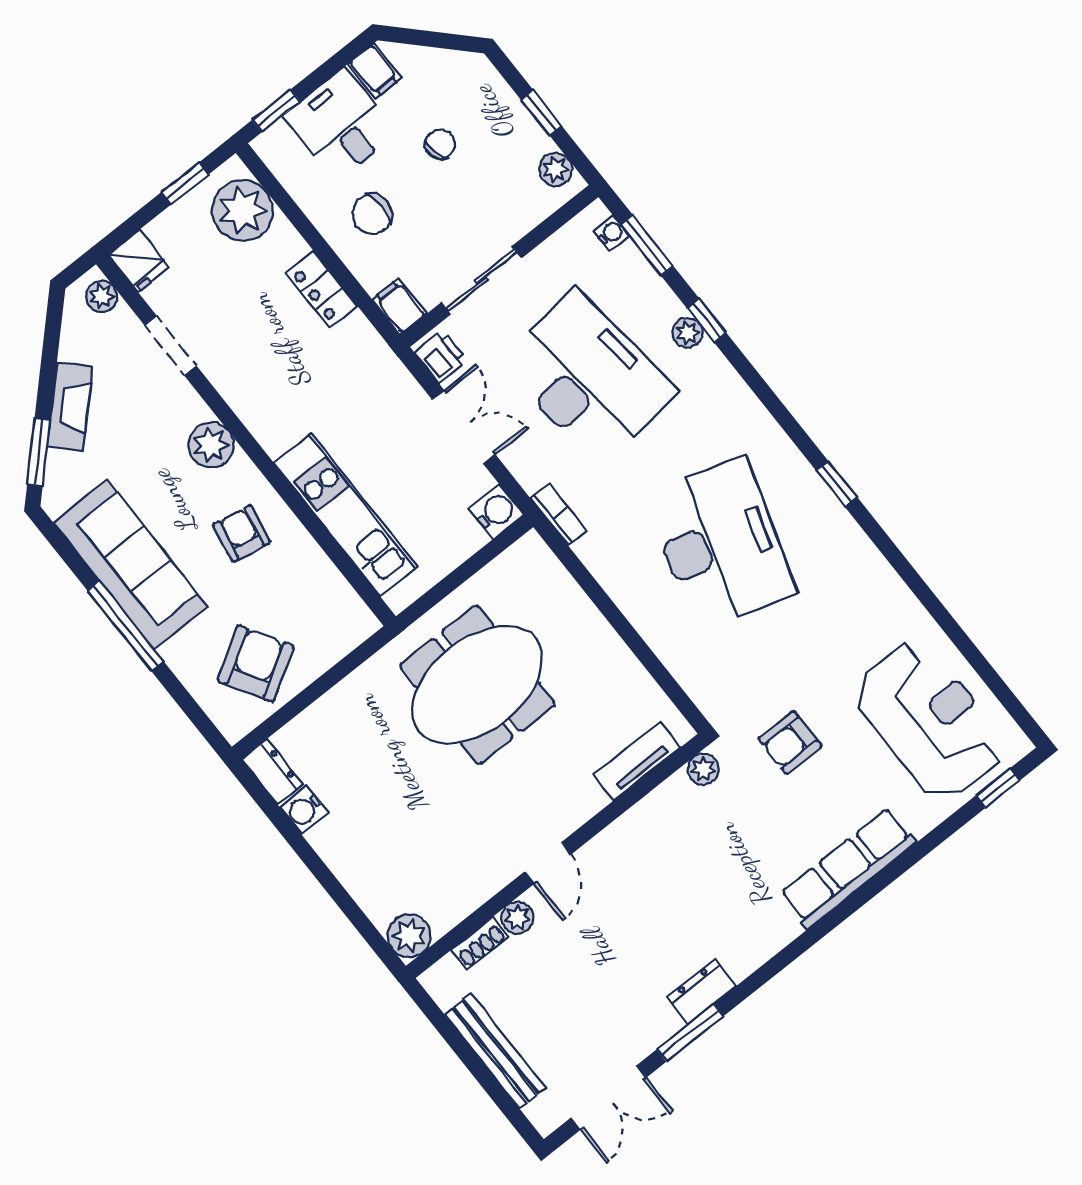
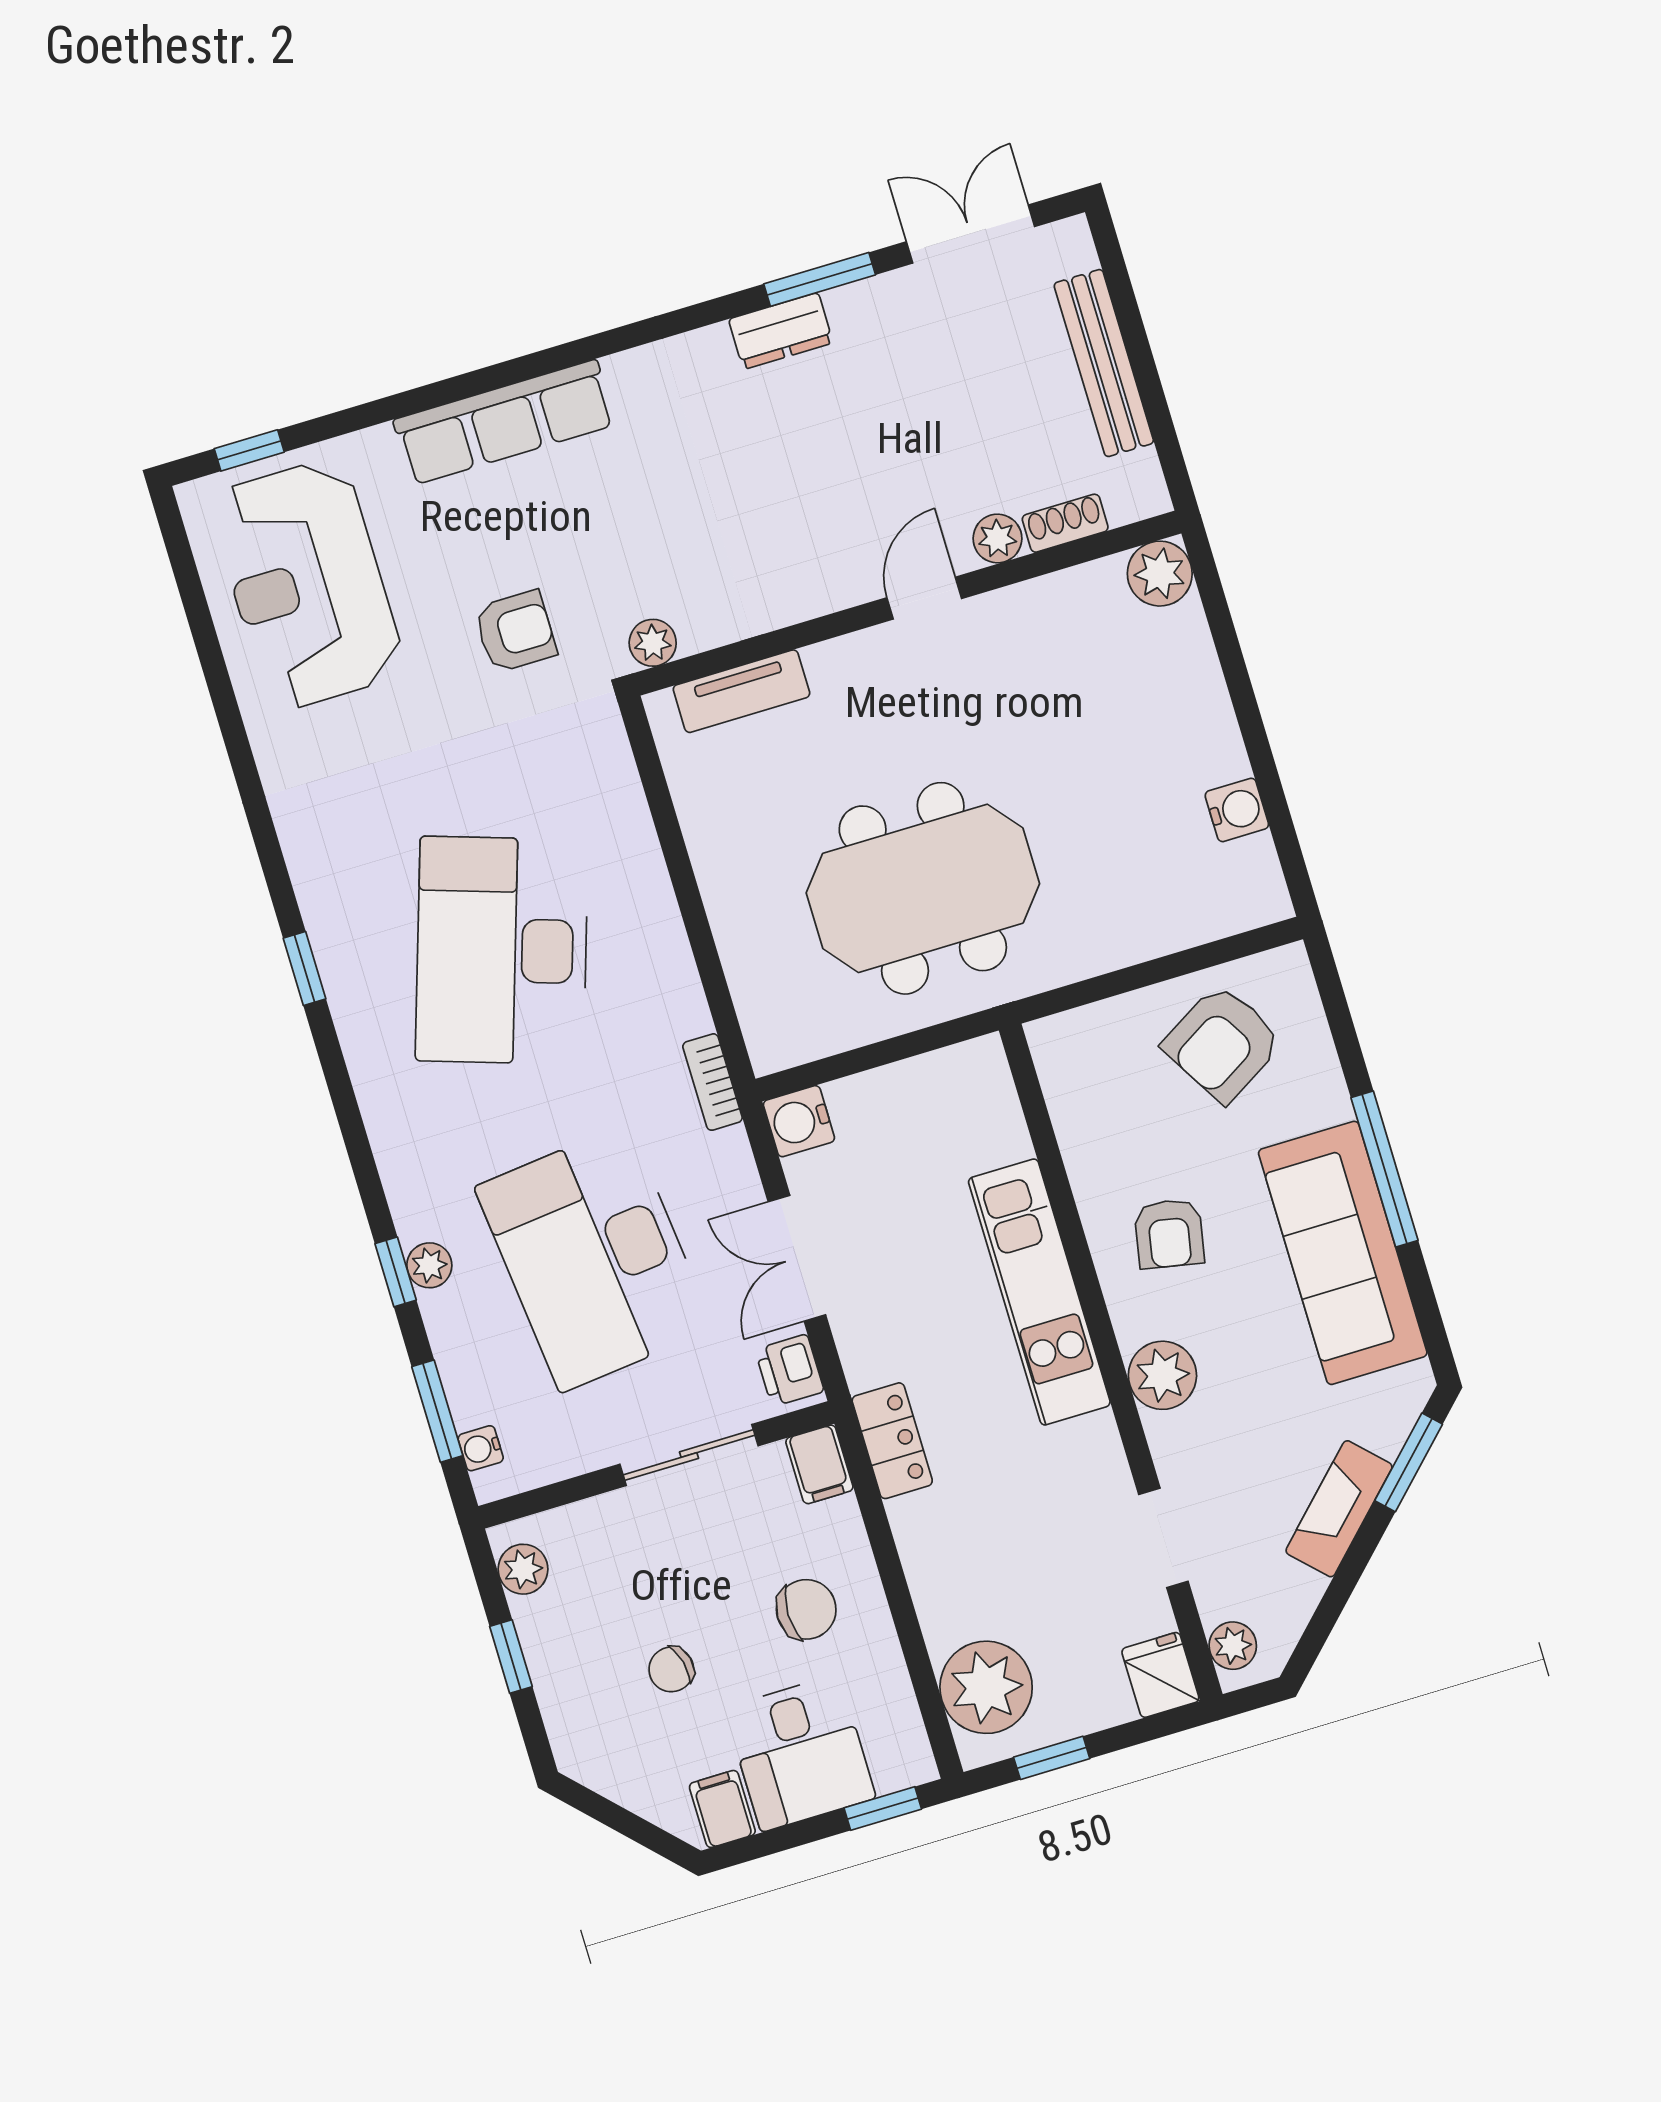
locker: (322, 290) -> (892, 1441), moved
kitchen unit: (346, 515) -> (1039, 1292), moved
dresser: (272, 772) -> (1260, 881), removed

